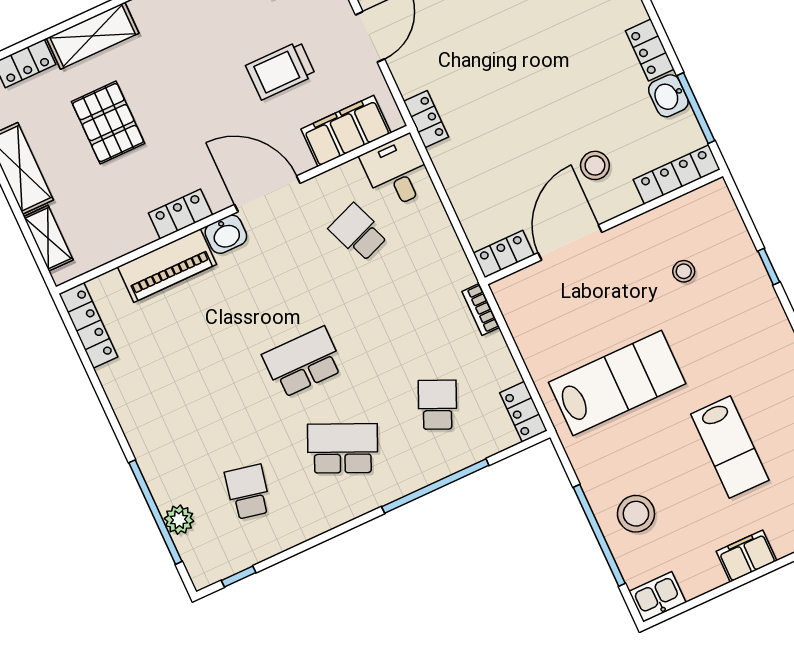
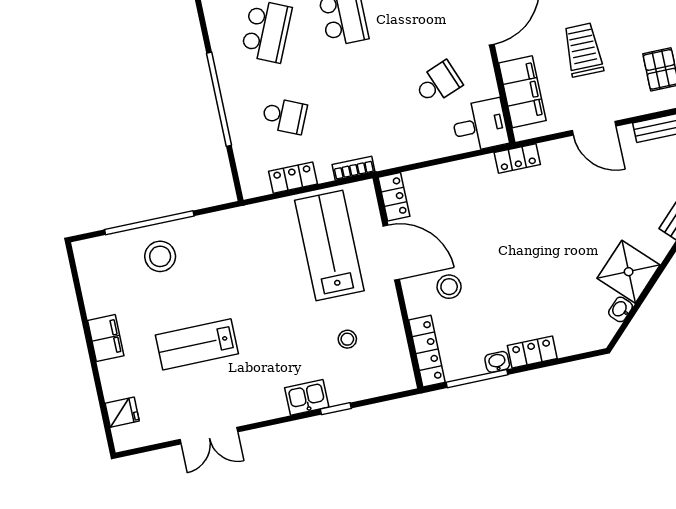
washbasin: (668, 96) -> (497, 362), width x0.72, depth x0.69
lab bench: (617, 383) -> (329, 245), moved, turned 180
locker: (523, 412) -> (293, 178), moved
kitchen sink: (657, 597) -> (307, 397), moved, turned -90

